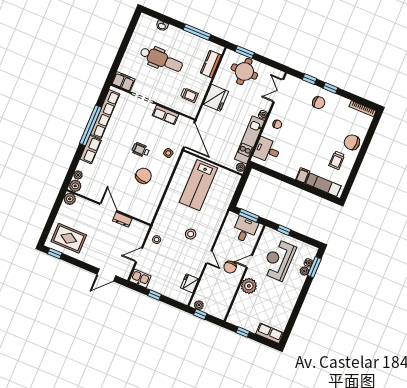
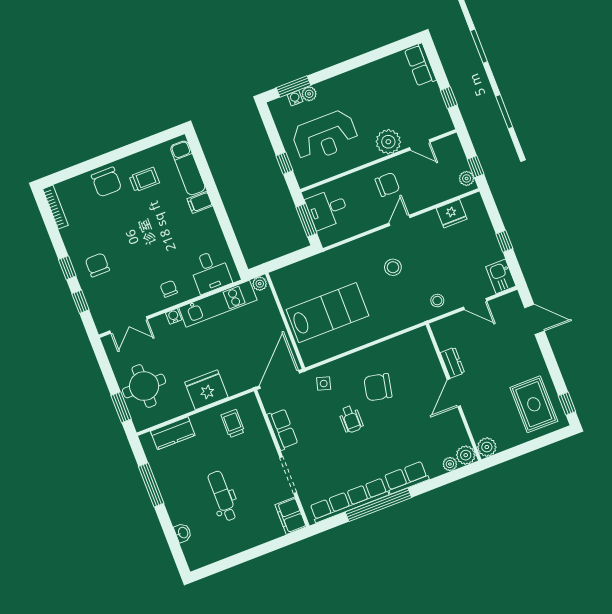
dental chair: (161, 59) -> (223, 496), width x0.73, depth x0.72
door: (249, 262) -> (420, 145), moved

